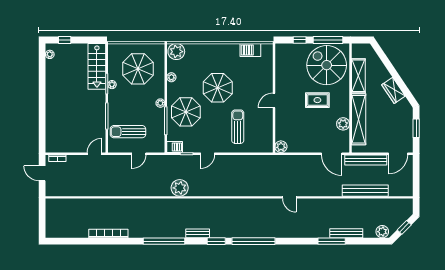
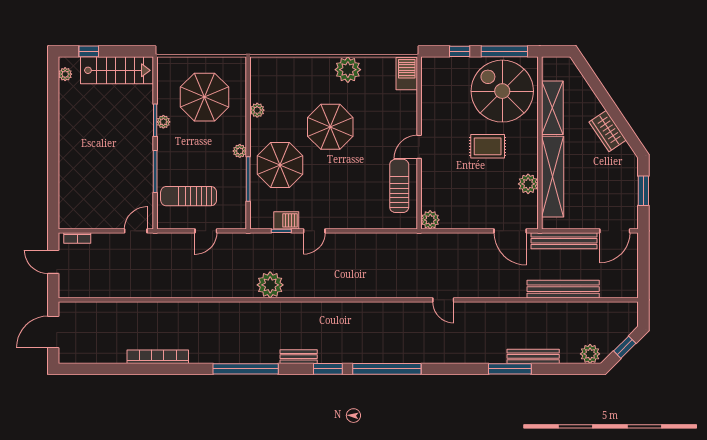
barbecue: (250, 50) -> (407, 74), moved, turned 90
plant: (176, 52) -> (348, 70), moved
stairs: (97, 66) -> (117, 70), moved, turned -90
sun lounger: (238, 127) -> (399, 186), moved
barbecue: (175, 147) -> (286, 220), moved
door: (42, 218) -> (53, 332), added

